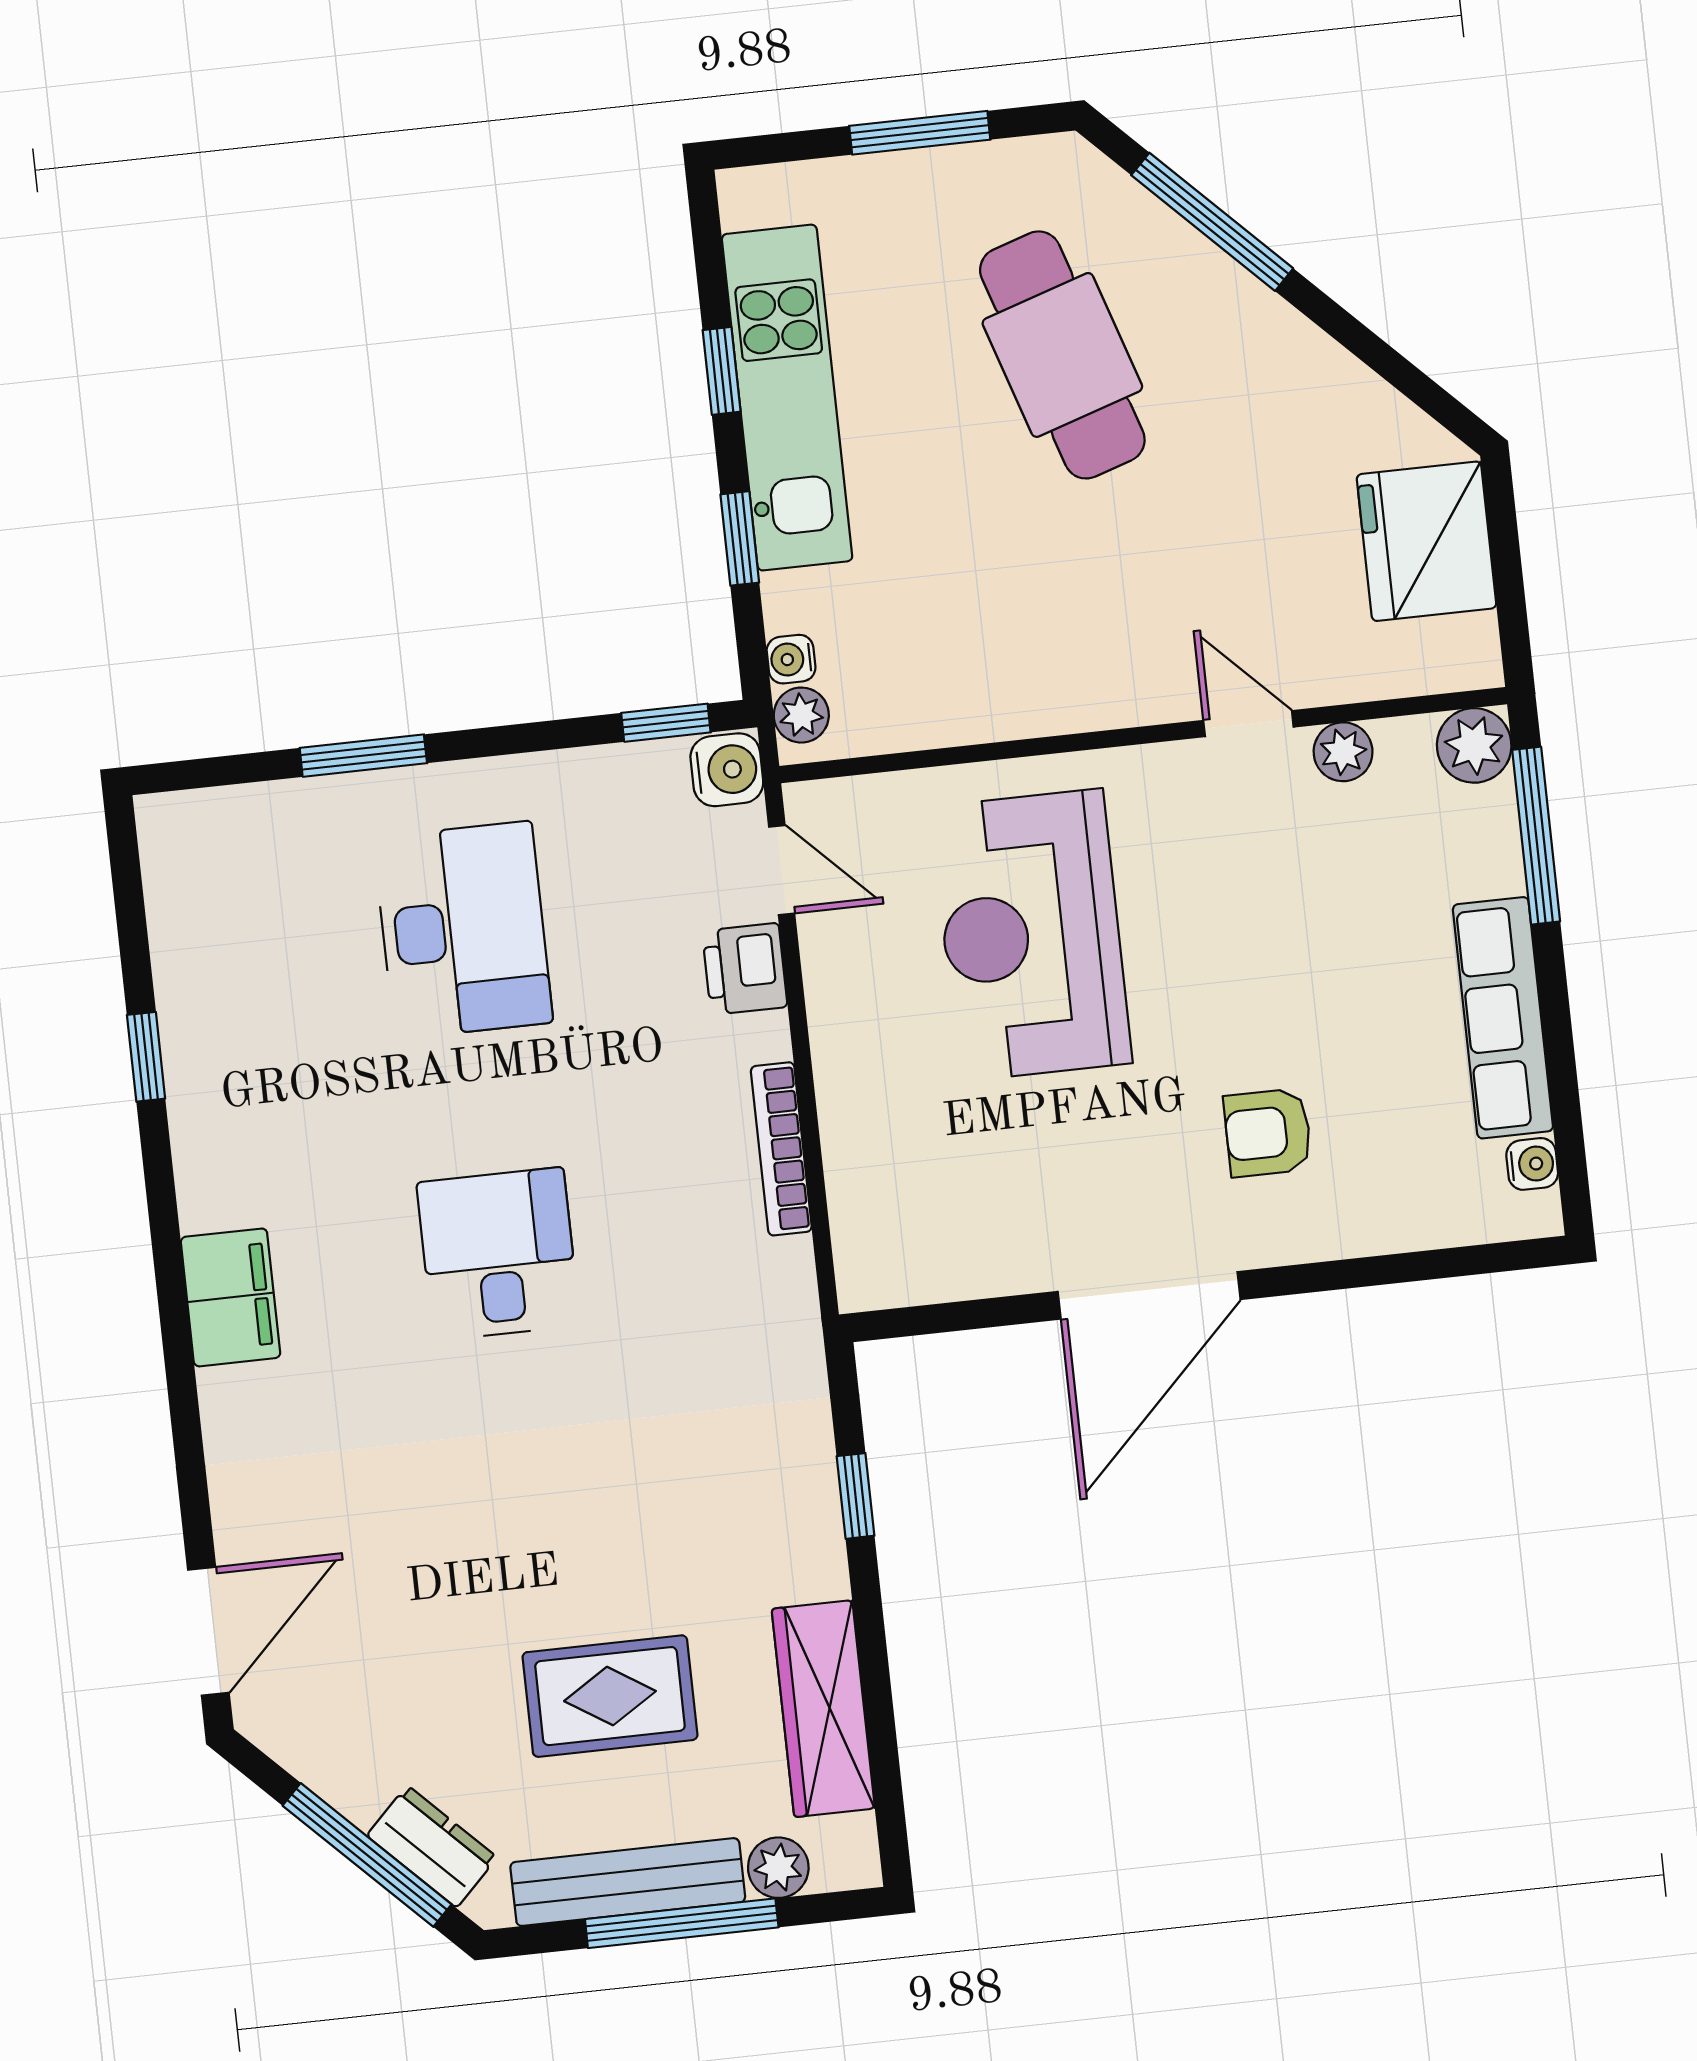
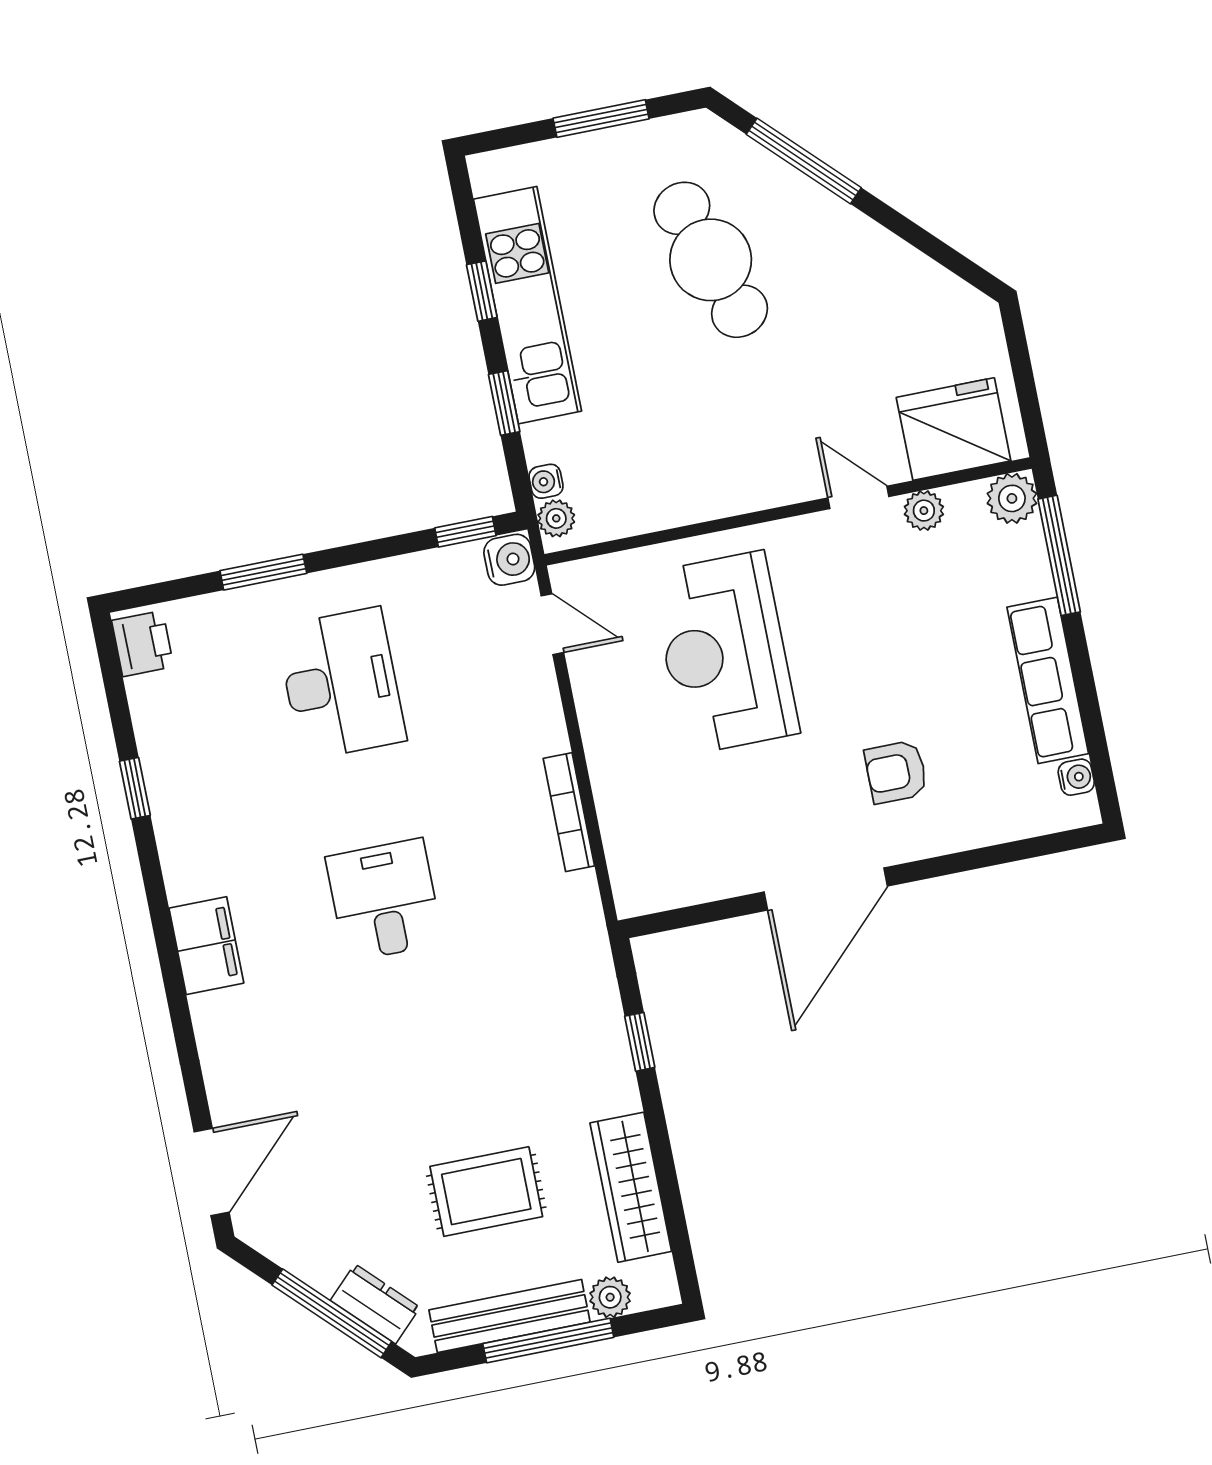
fridge: (1427, 541) -> (954, 429), moved, turned 90
printer: (745, 969) -> (143, 644), moved, turned 180

